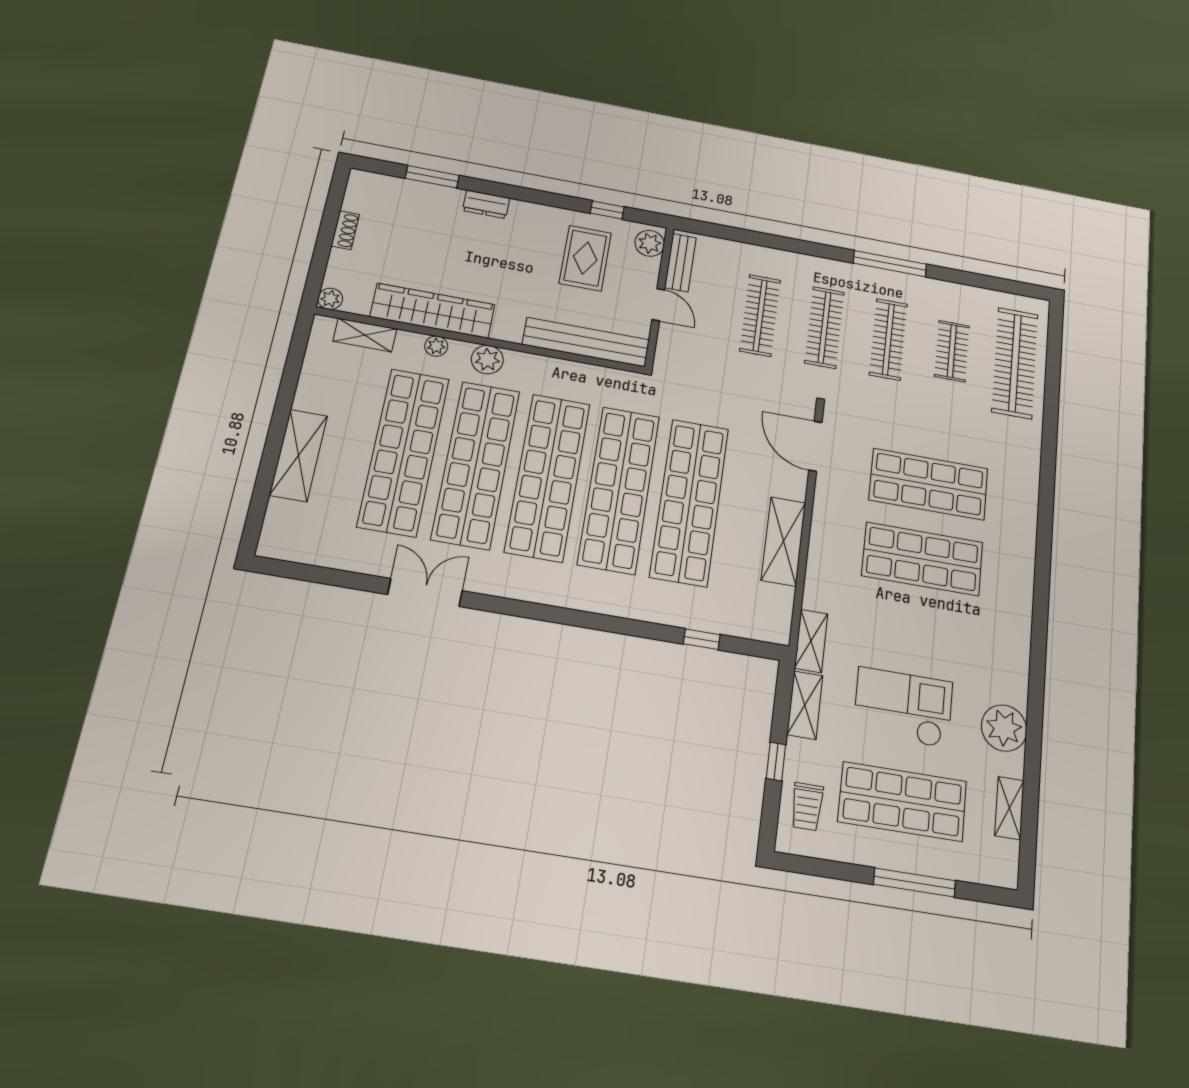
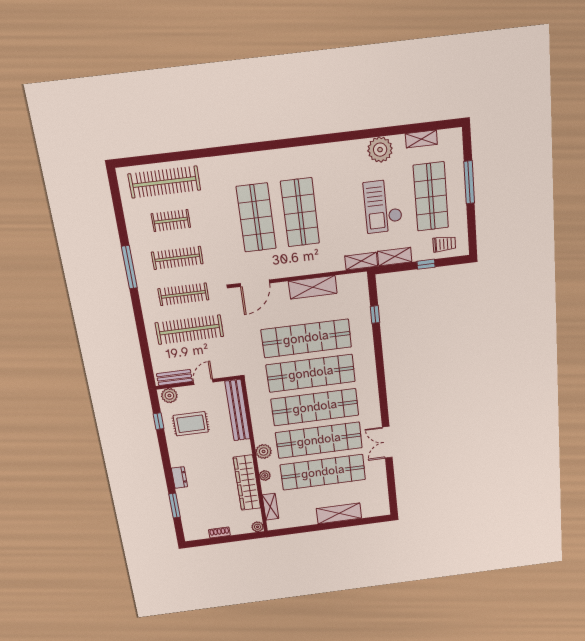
clothes rail: (760, 315) -> (189, 330), width x1.37, depth x1.31

